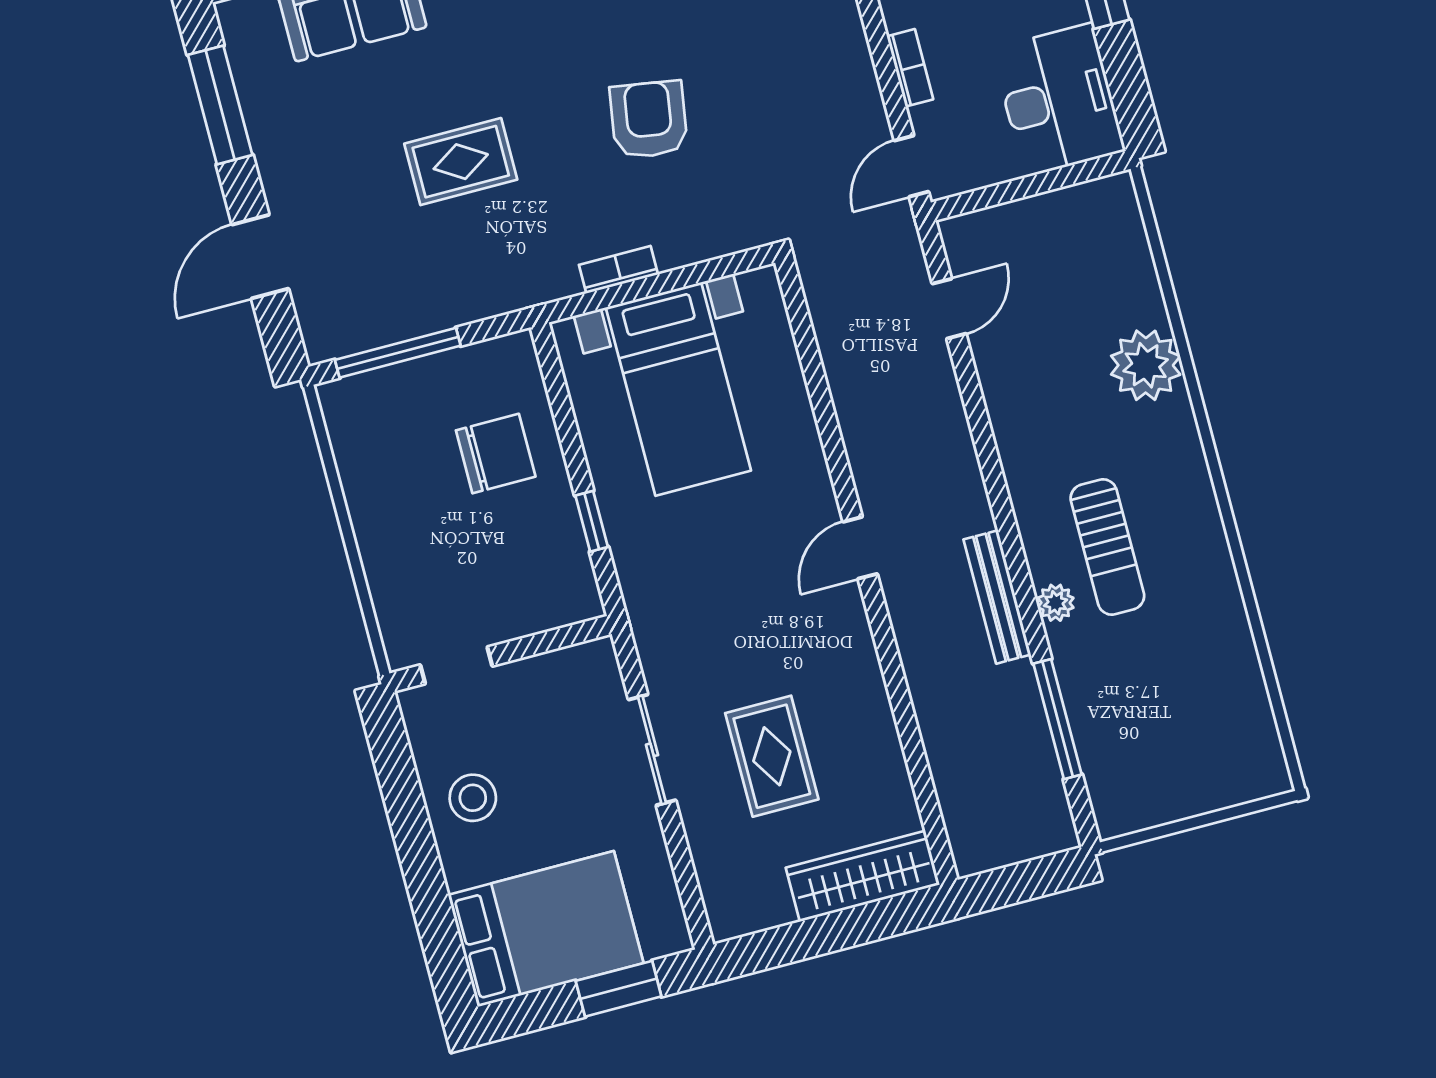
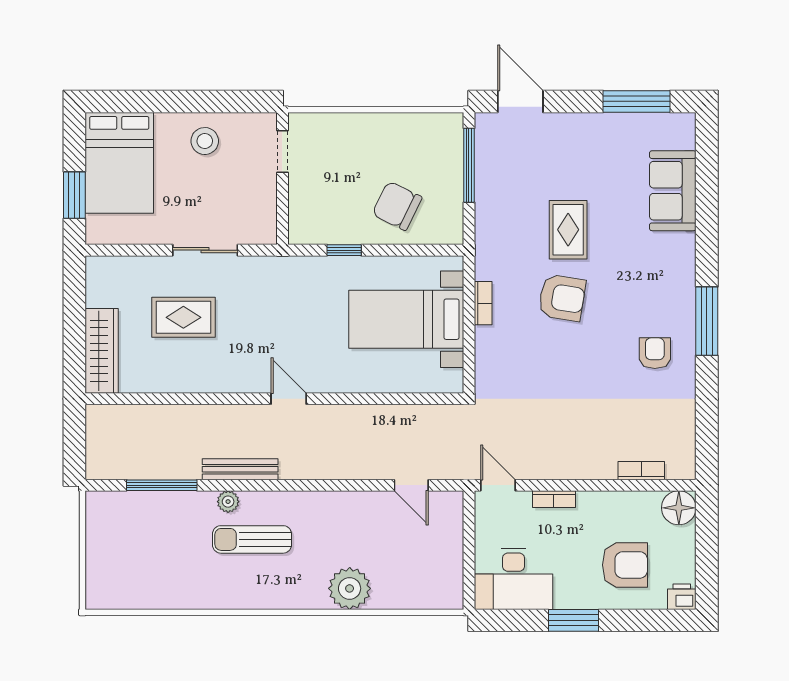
armchair: (649, 120) -> (562, 298), moved
door: (260, 257) -> (520, 101), moved
chair: (496, 454) -> (397, 206), turned 116

